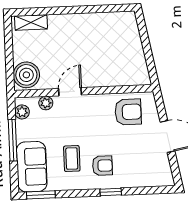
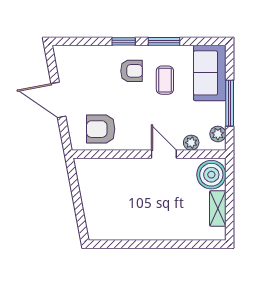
shelving: (31, 22) -> (218, 208), moved, turned 90
door: (70, 92) -> (164, 154), swing flipped
armchair: (102, 166) -> (132, 71), turned 180
window: (41, 195) -> (164, 41), moved

